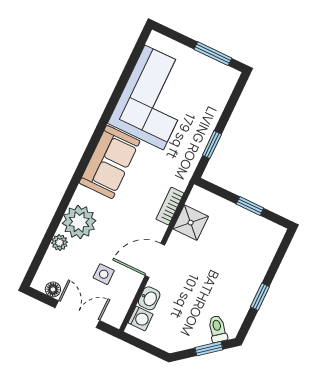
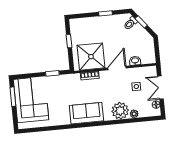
corner sofa: (154, 97) -> (31, 100), moved, turned 90
shower: (191, 223) -> (91, 57), width x1.86, depth x1.86
door: (155, 260) -> (117, 68), swing flipped
washing machine: (141, 318) -> (146, 59), removed

